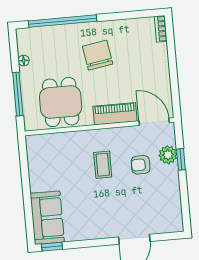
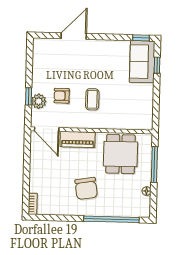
armchair: (141, 165) -> (62, 96), turned 180
window: (29, 216) -> (157, 65), added

